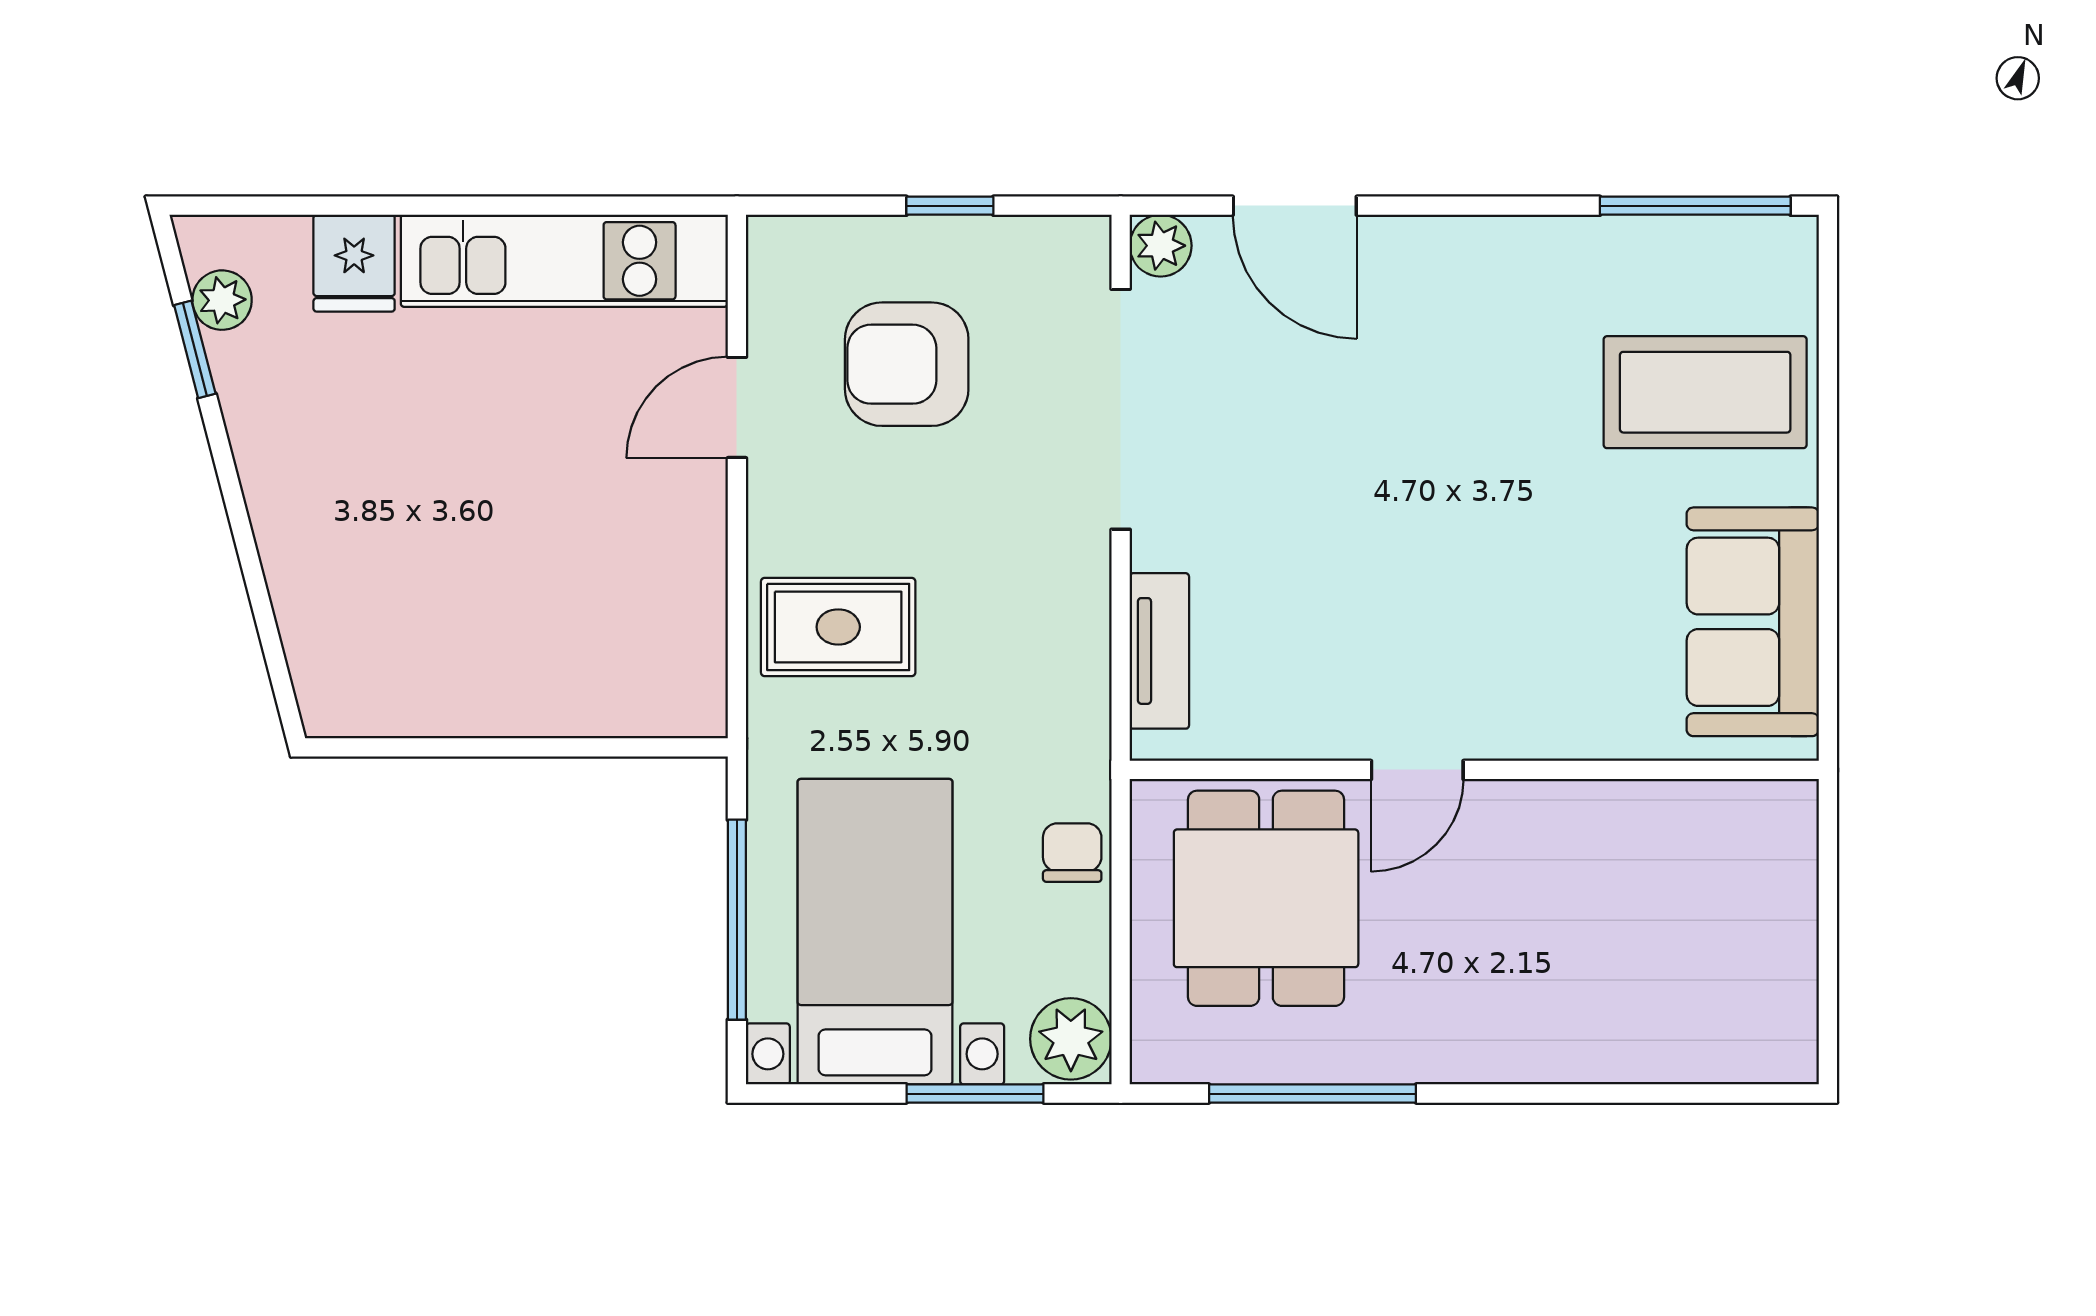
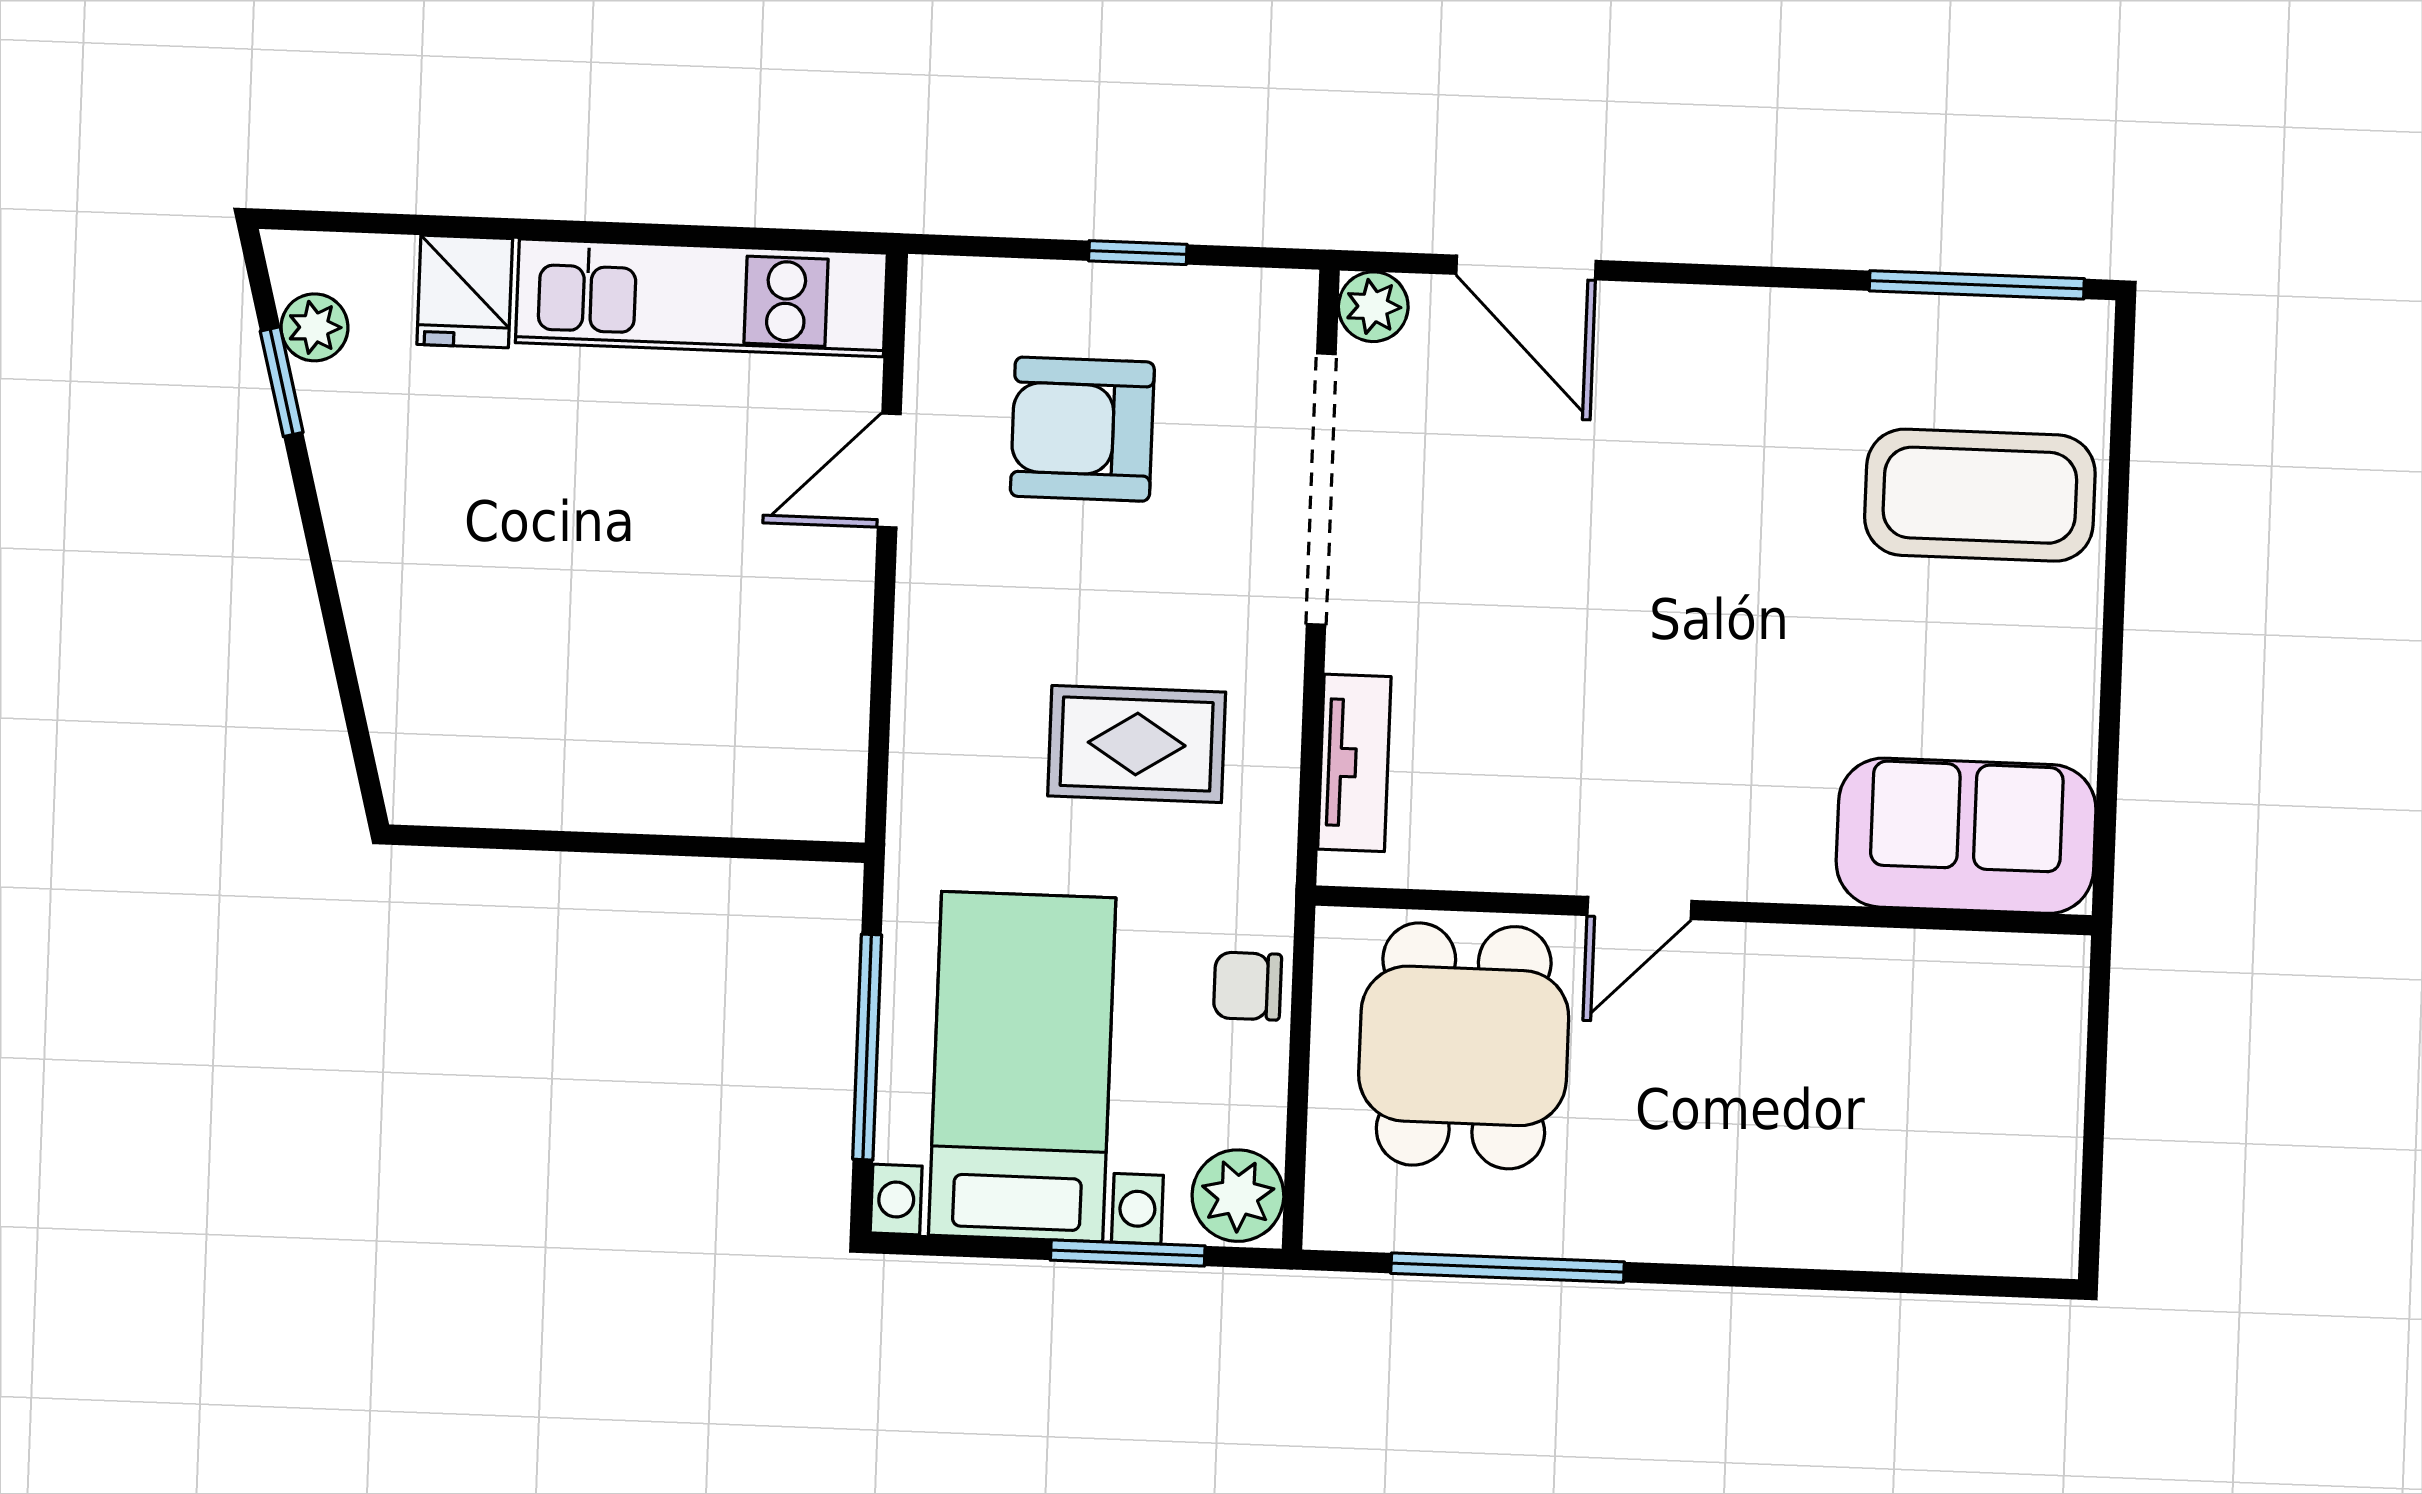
sofa: (1753, 622) -> (1966, 836), moved, turned 90
rug: (838, 627) -> (1137, 744), moved
chair: (1072, 853) -> (1247, 986), turned -90

